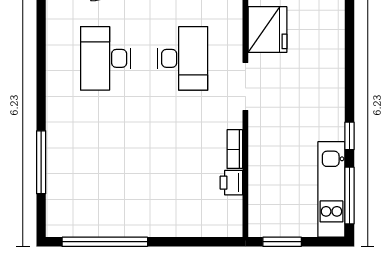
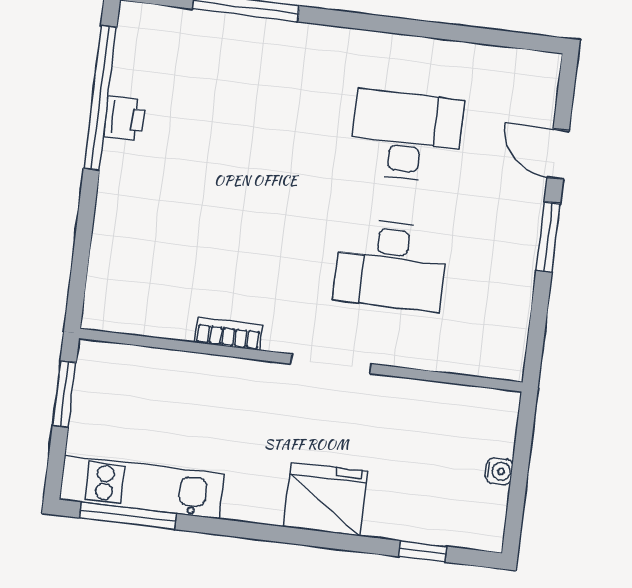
fridge: (267, 30) -> (326, 499), moved, turned 180
window: (349, 136) -> (423, 551), moved
printer: (231, 183) -> (124, 118), moved, turned 90

